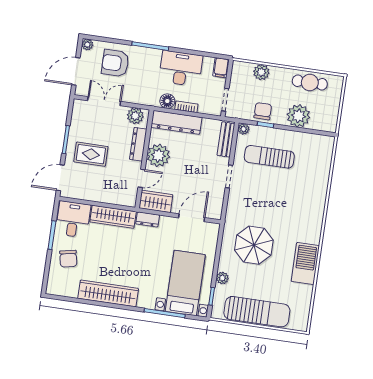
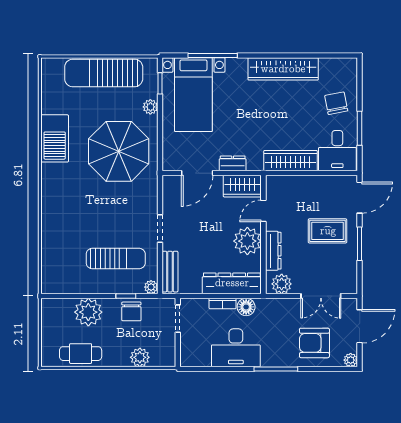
armchair: (115, 63) -> (314, 343), turned 180
filing cabinet: (221, 68) -> (188, 356), removed
dresser: (148, 219) -> (233, 163), moved
parasol: (254, 245) -> (119, 151), width x1.36, depth x1.36

